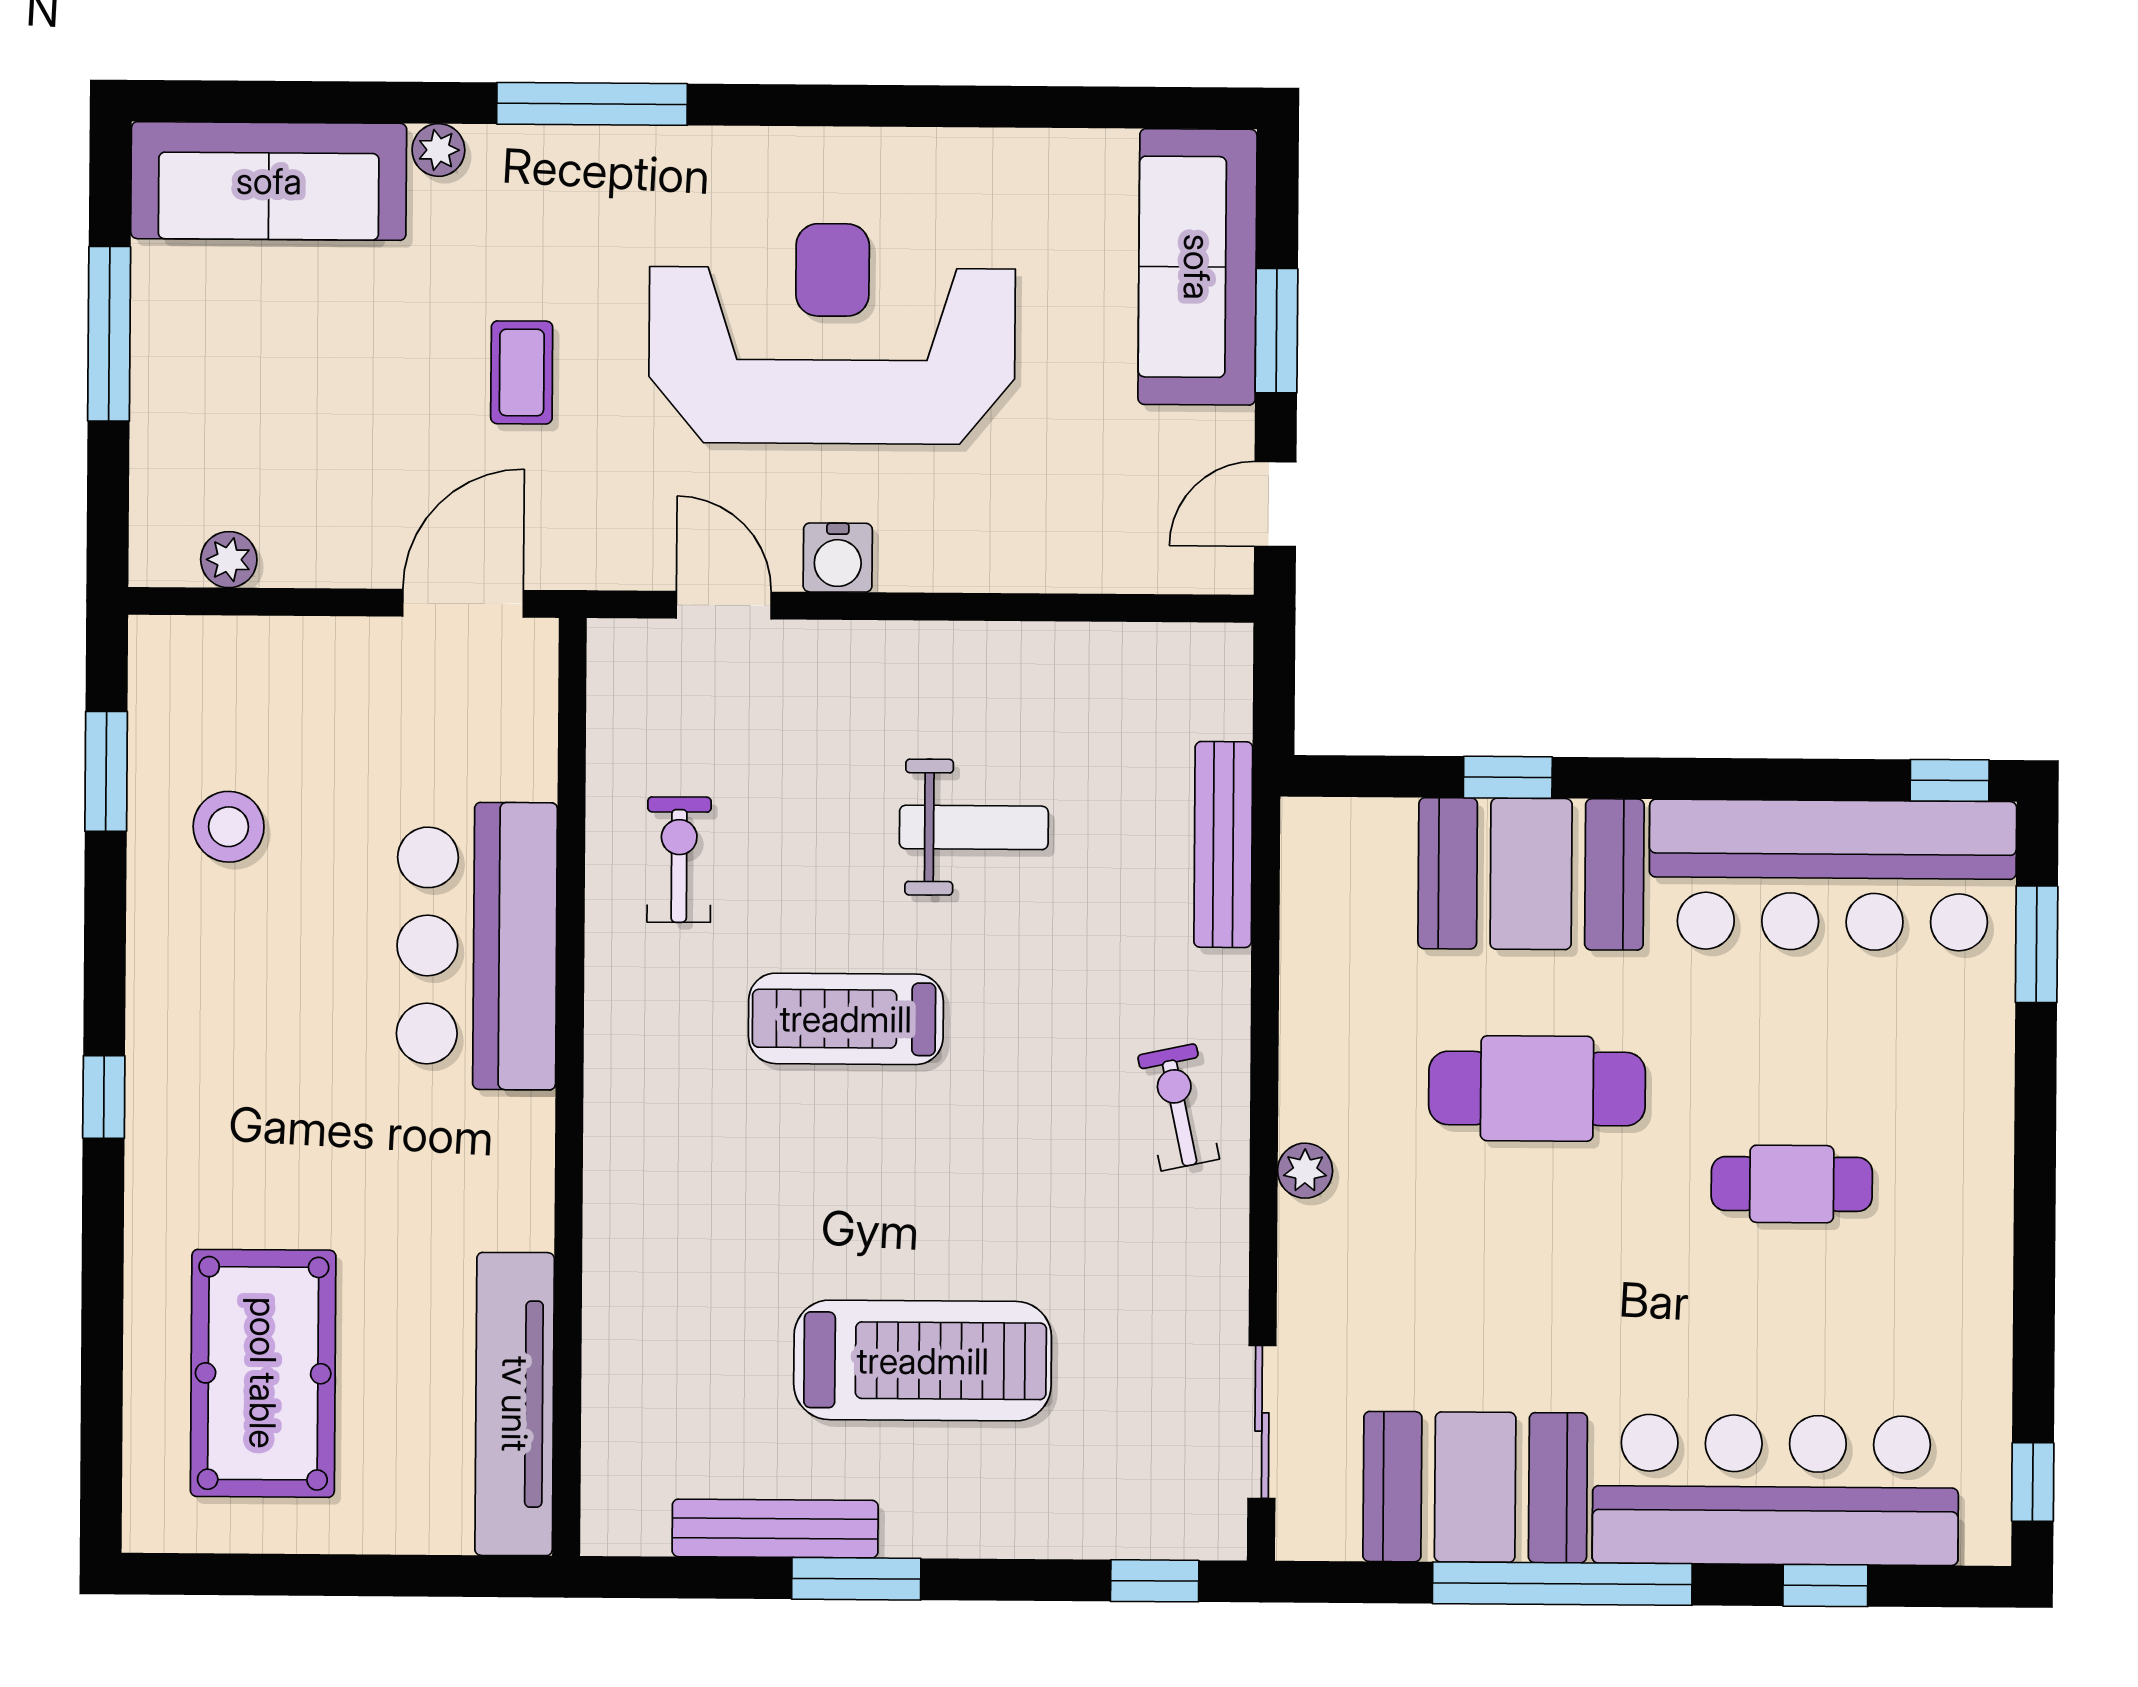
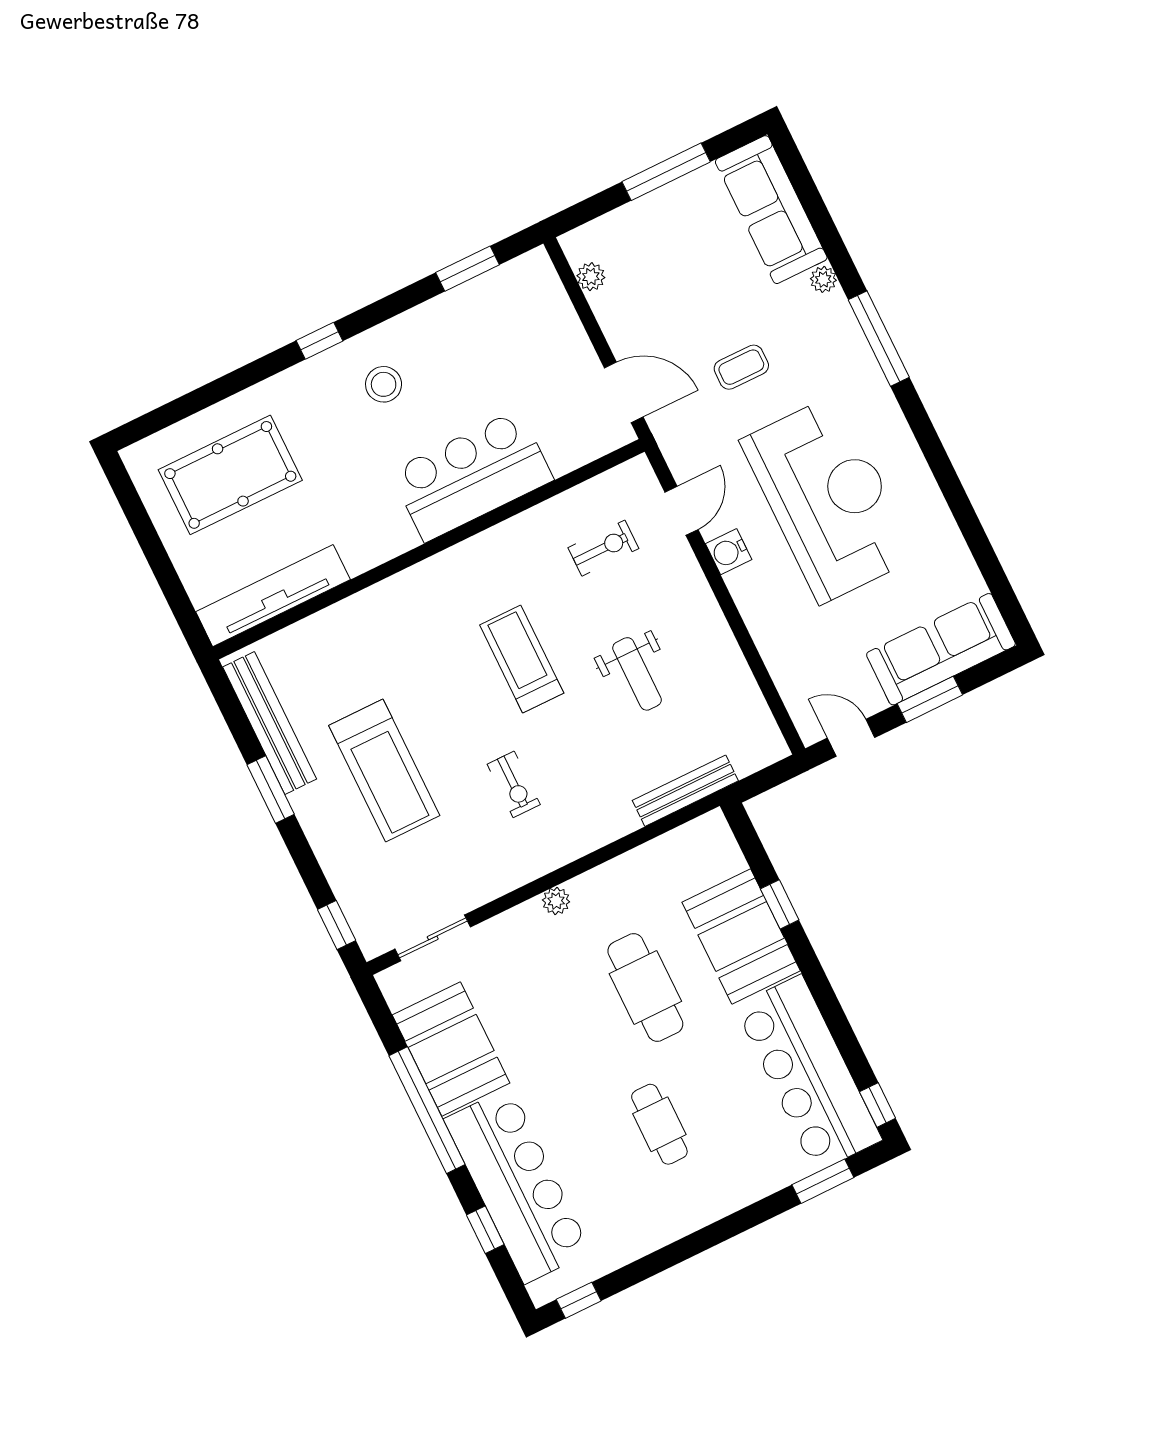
stool: (229, 827) -> (384, 384), moved
exercise bike: (679, 860) -> (603, 548), moved
exercise bike: (1178, 1107) -> (514, 784), moved, turned 102
bench: (775, 1529) -> (270, 723), width x1.37, depth x1.21

